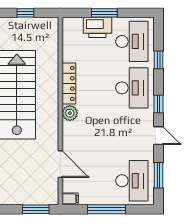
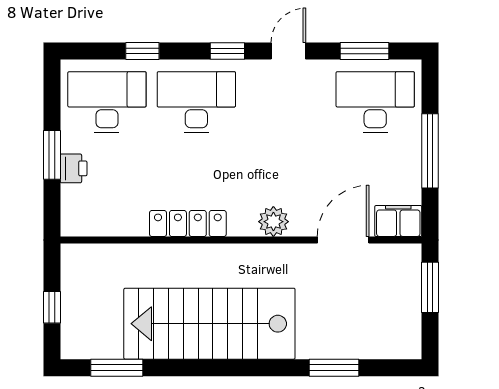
printer: (97, 27) -> (74, 168), width x0.53, depth x0.68
plant: (70, 113) -> (273, 222), moved
filing cabinet: (70, 199) -> (398, 221), width x2.00

